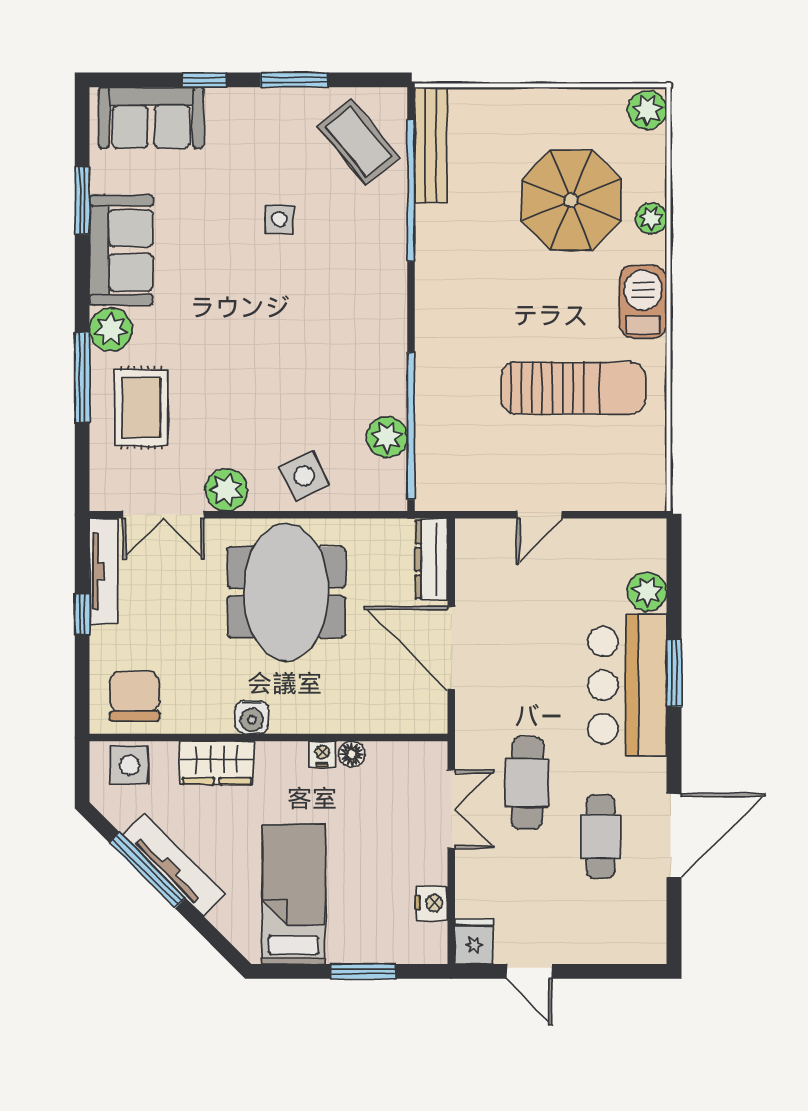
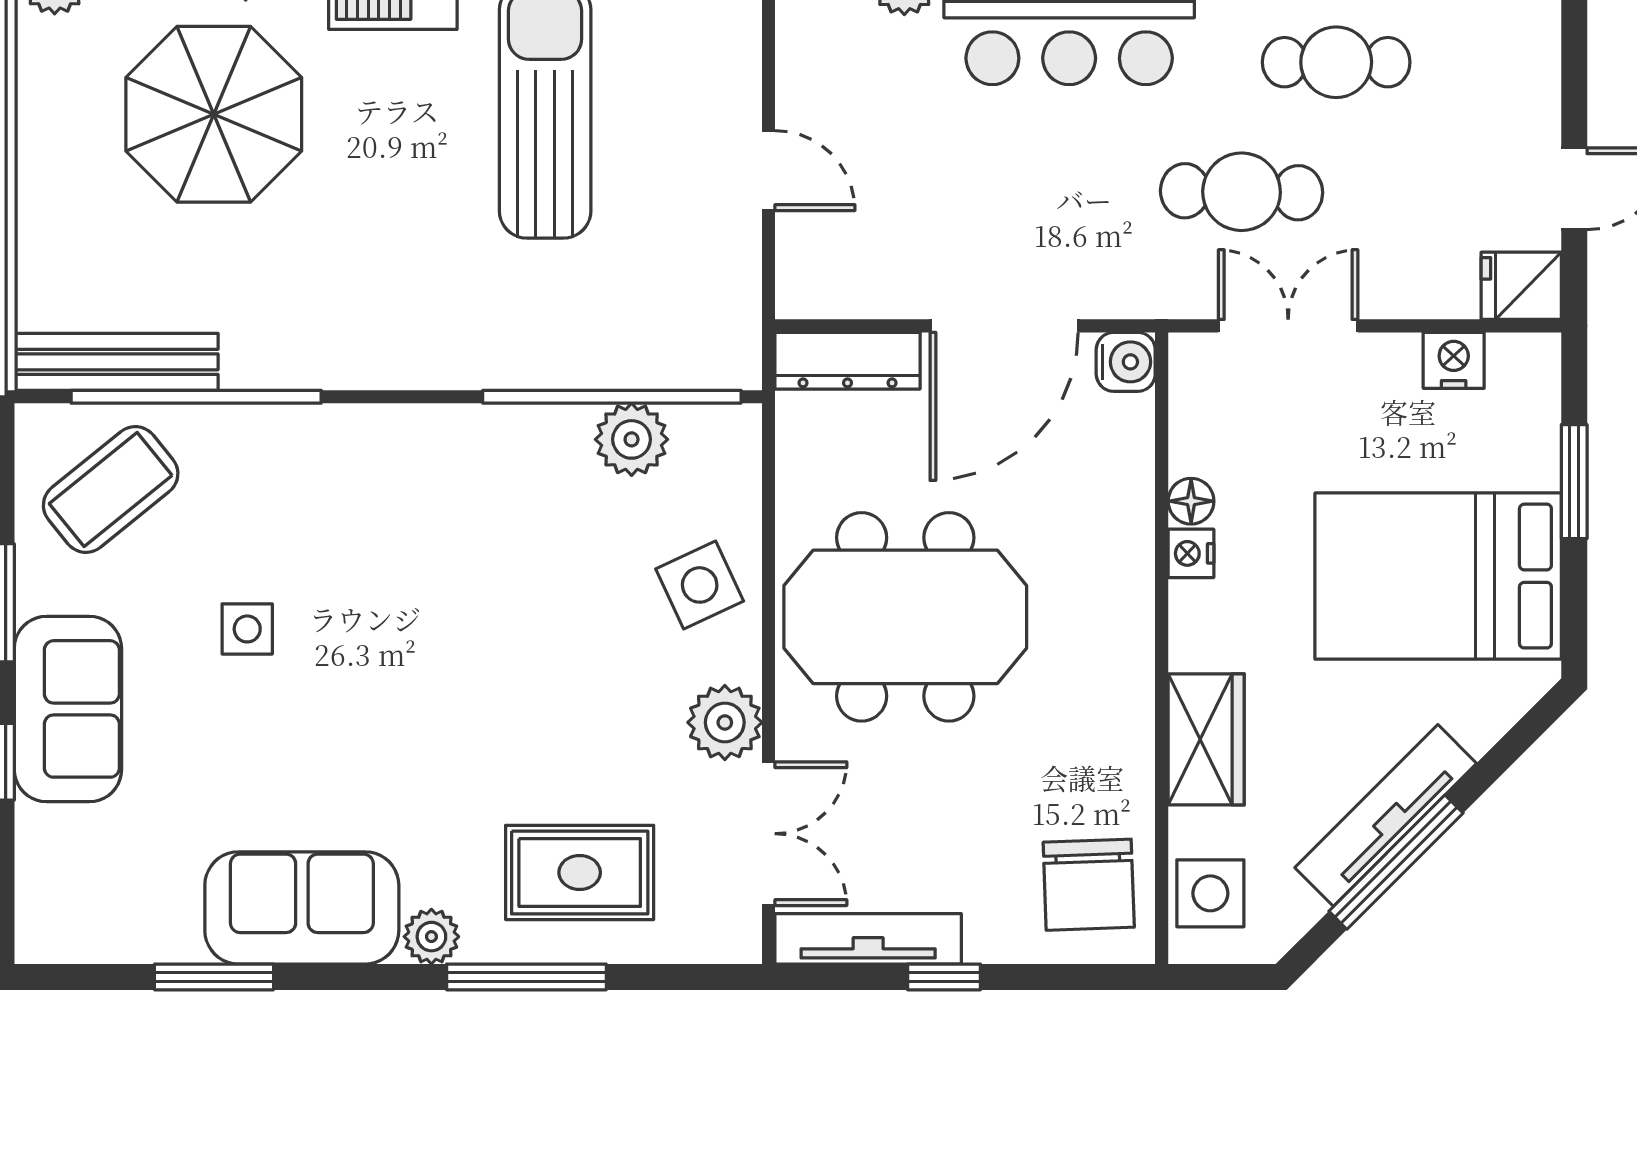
sofa: (151, 118) -> (68, 709), moved
plant: (111, 329) -> (431, 937), width x0.73, depth x0.73
chair: (134, 696) -> (1089, 885), turned -92
water cooler: (252, 717) -> (1126, 362), moved
bed: (294, 894) -> (1438, 576), width x1.50

